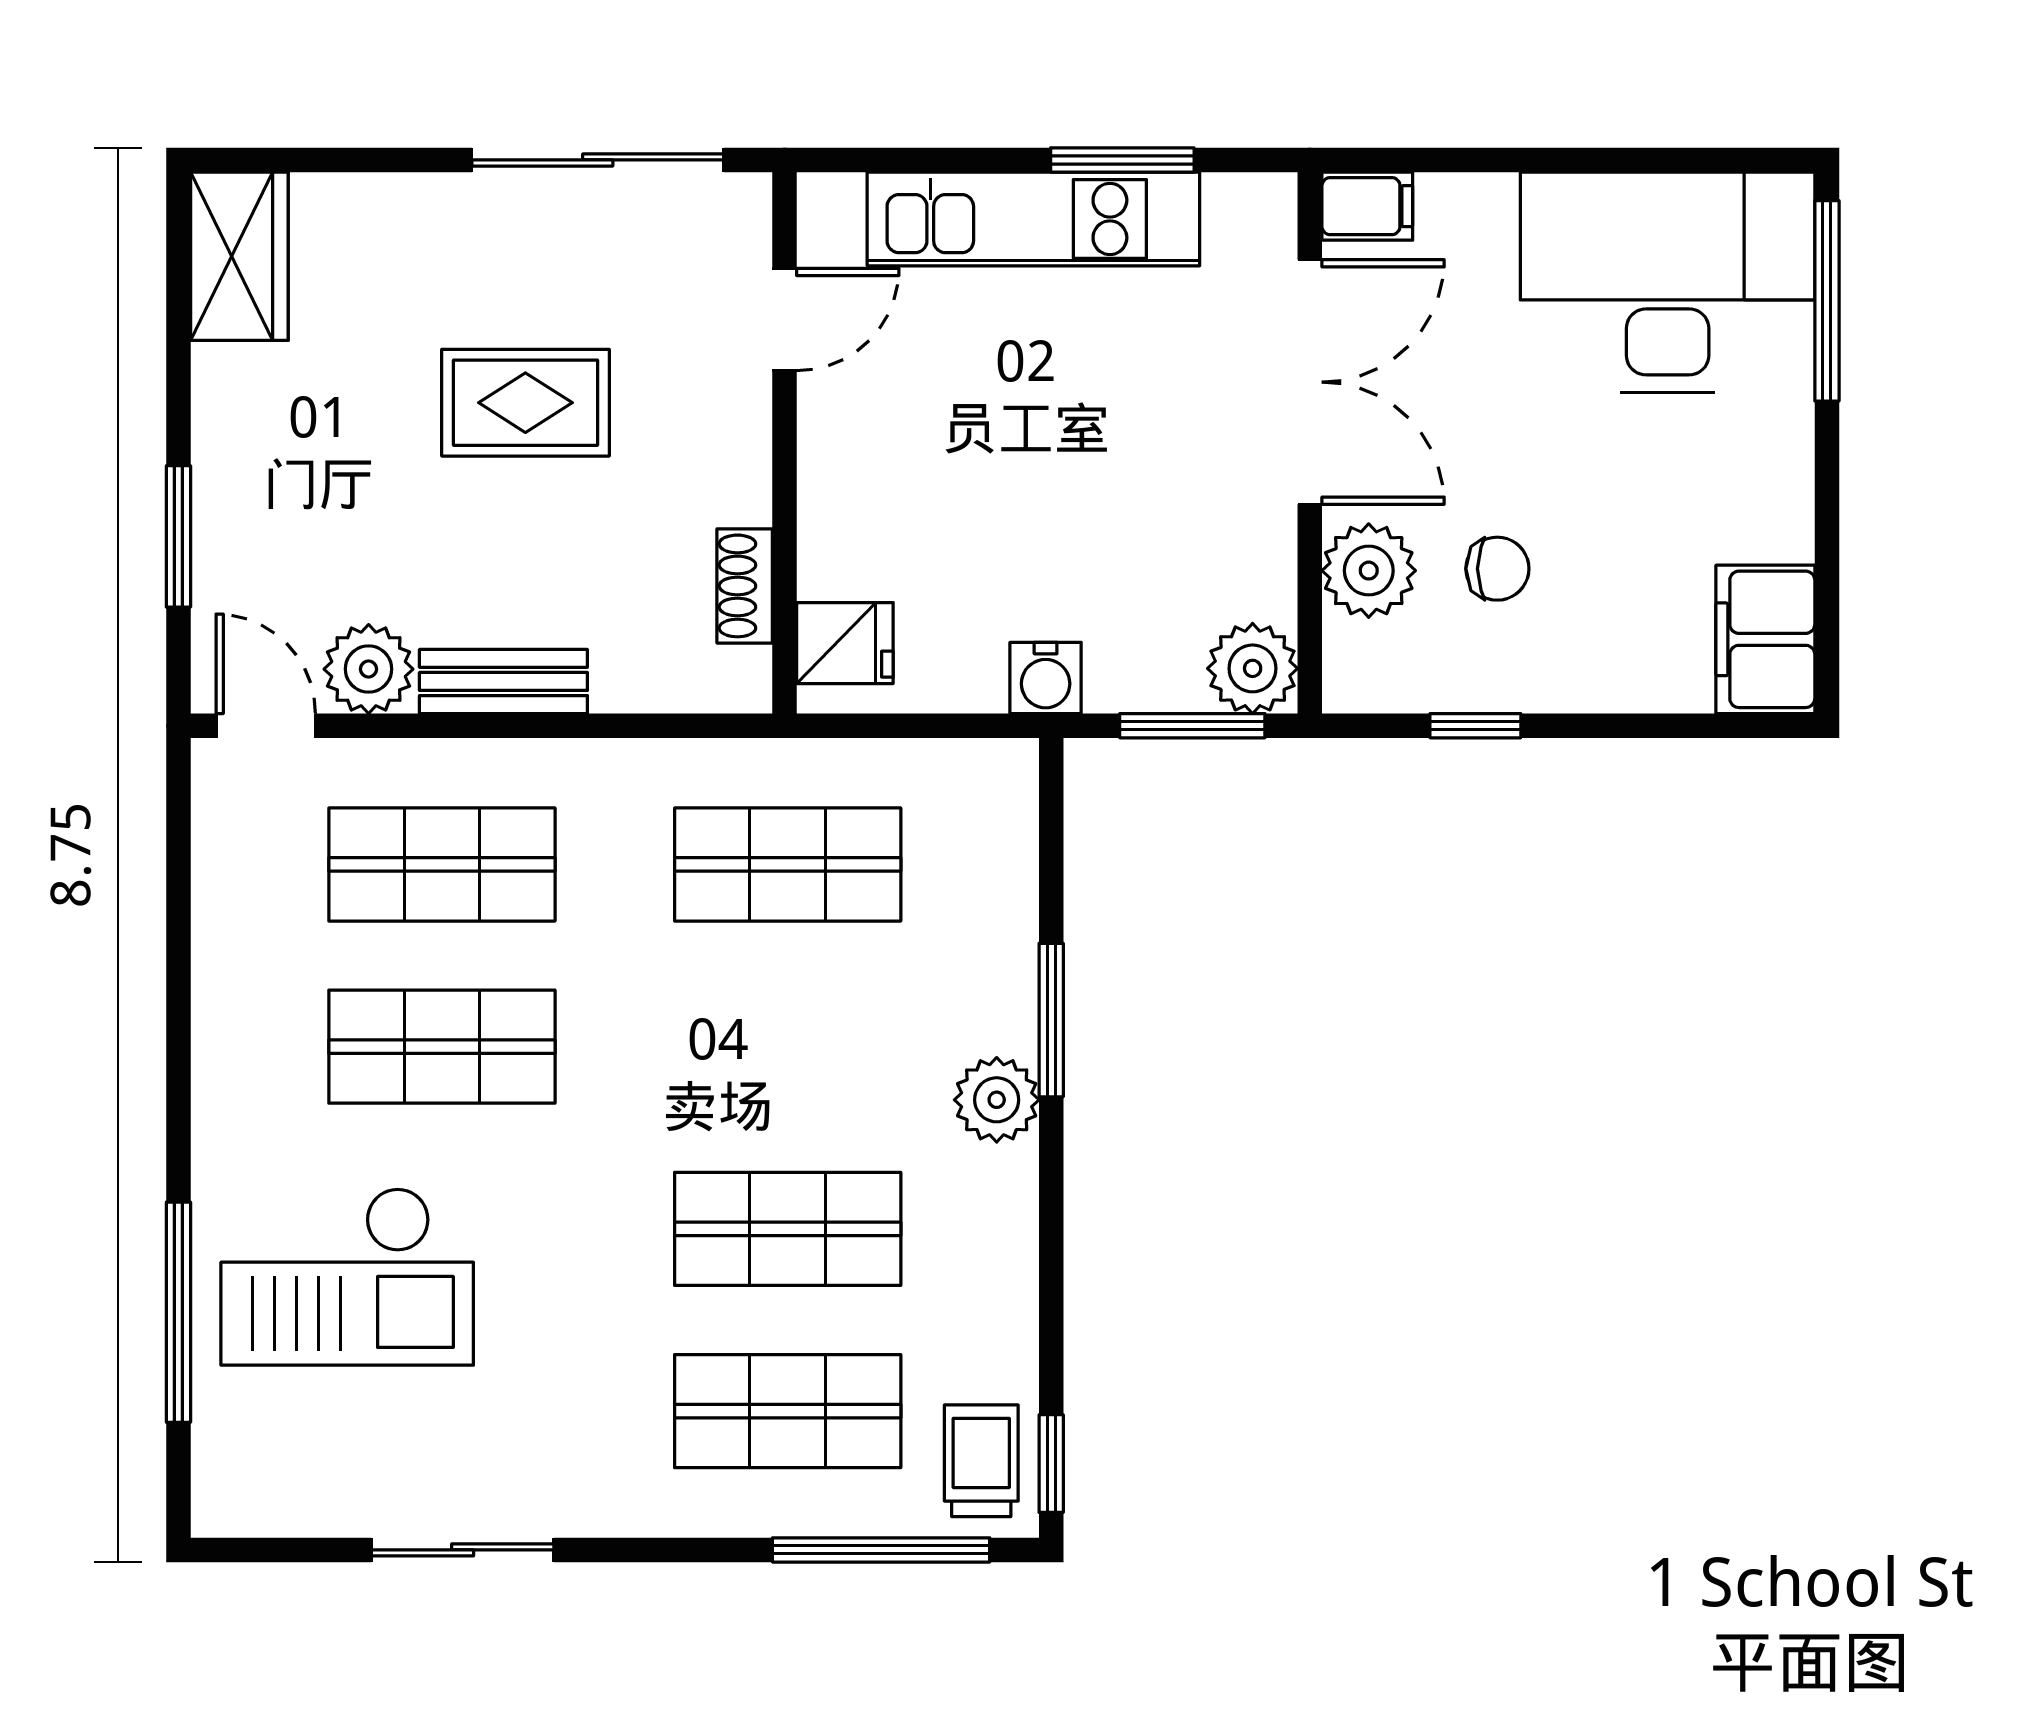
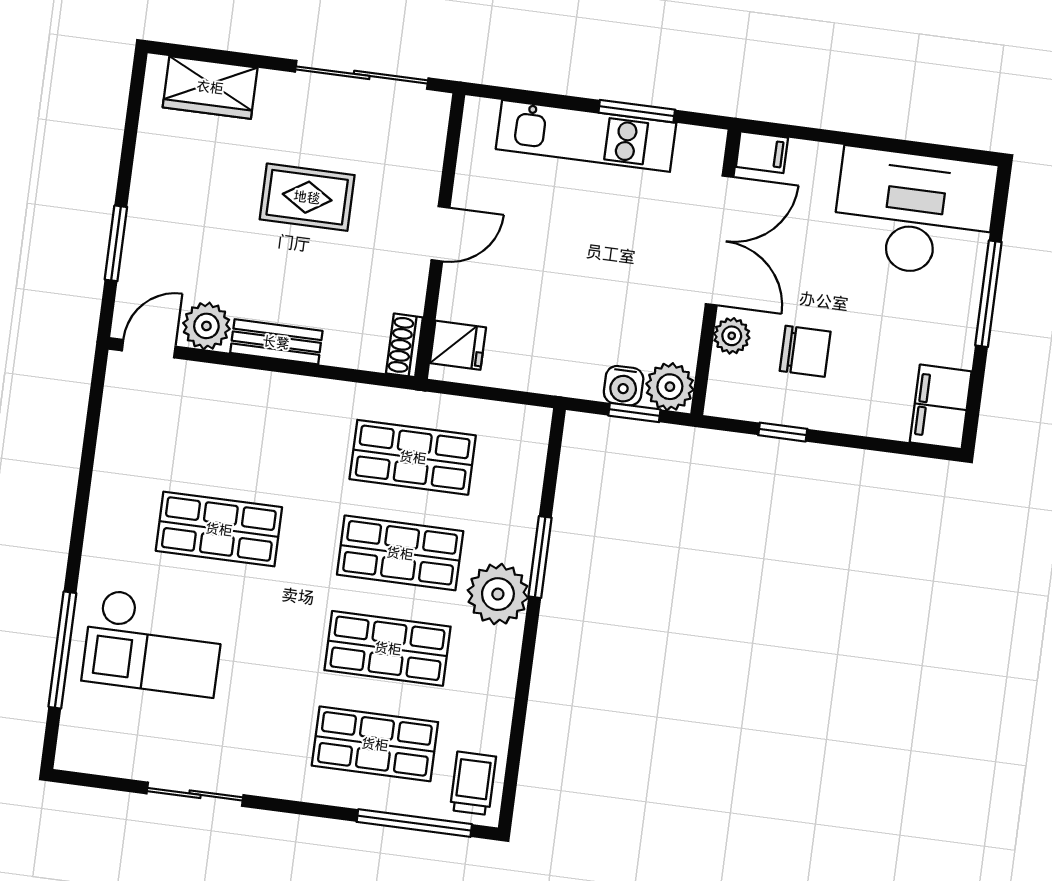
wardrobe: (239, 256) -> (210, 87), moved, turned 90
window: (1827, 301) -> (988, 294), moved
door: (784, 320) -> (440, 234), moved
chair: (1497, 569) -> (805, 351), width x1.37, depth x1.37
plant: (1369, 571) -> (732, 336), width x0.73, depth x0.73
shoe rack: (745, 586) -> (404, 345), moved
water cooler: (1046, 678) -> (624, 386), moved
door: (266, 726) -> (149, 349), hinge flipped
window: (1192, 726) -> (634, 412), width x0.67
shop shelf: (442, 864) -> (400, 553), moved
plant: (997, 1100) -> (498, 594), width x1.36, depth x1.36
window: (1051, 1464) -> (509, 790), removed

